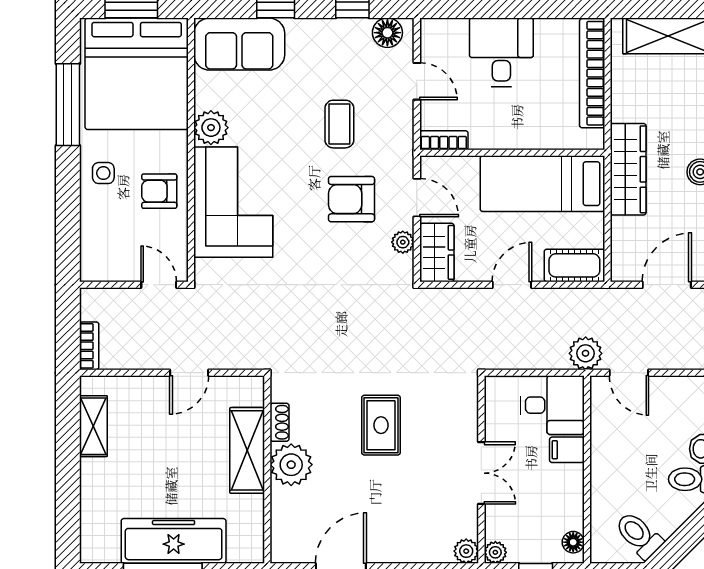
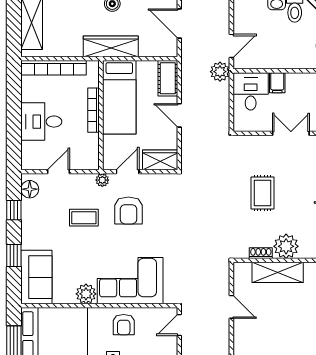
bookcase: (444, 140) -> (93, 110), moved, width x1.56
plant: (403, 242) -> (102, 180), moved
rug: (381, 425) -> (263, 193), turned 90

